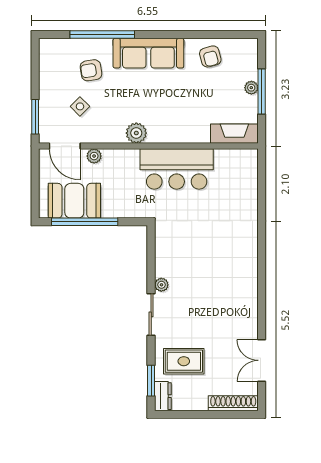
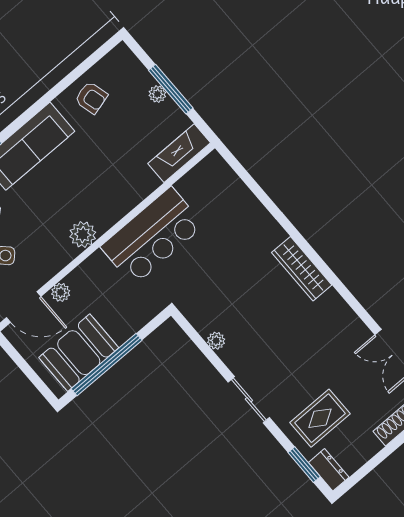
wardrobe: (248, 264) -> (302, 269), added
plant: (161, 285) -> (216, 341), moved

